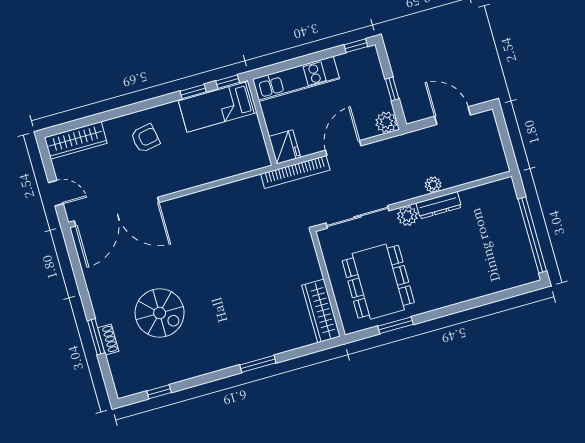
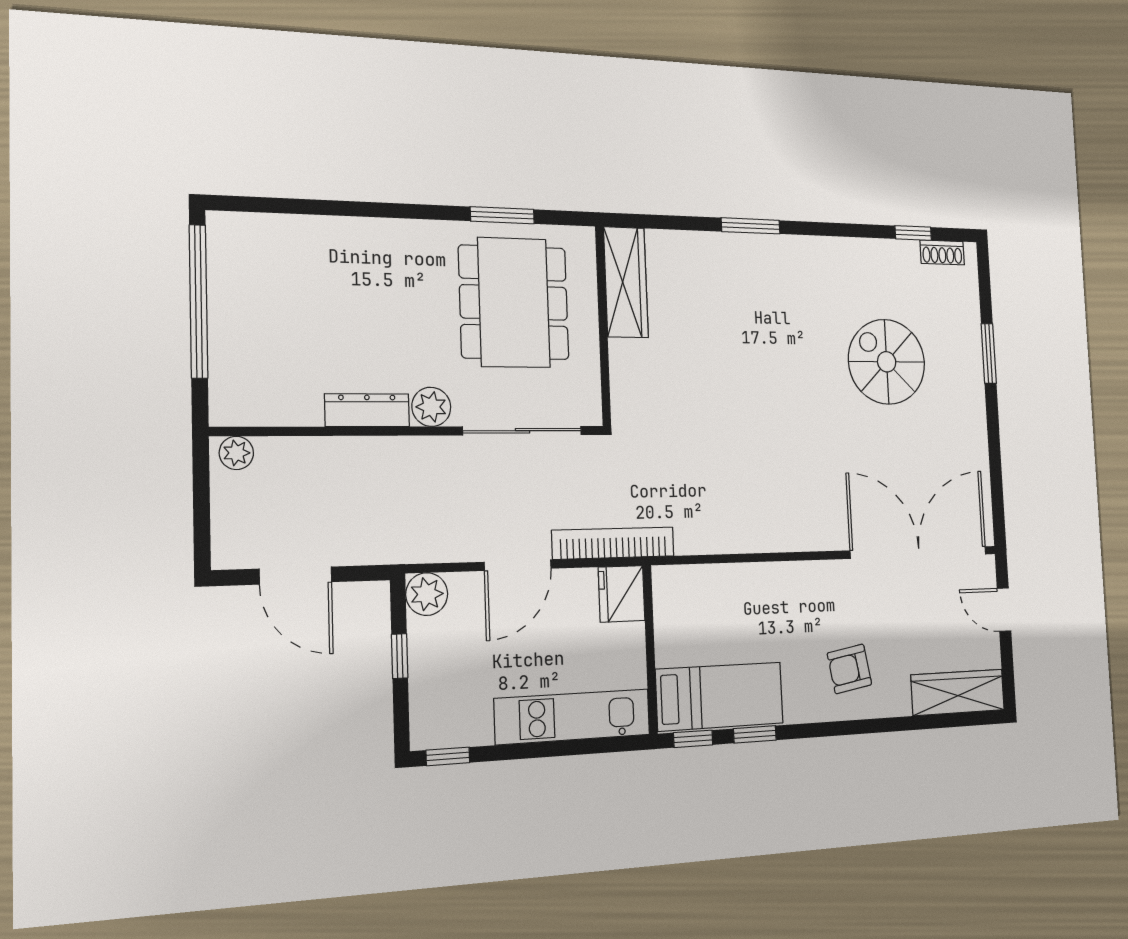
plant: (433, 185) -> (236, 453), moved
shoe rack: (108, 339) -> (942, 252), moved, turned -90

